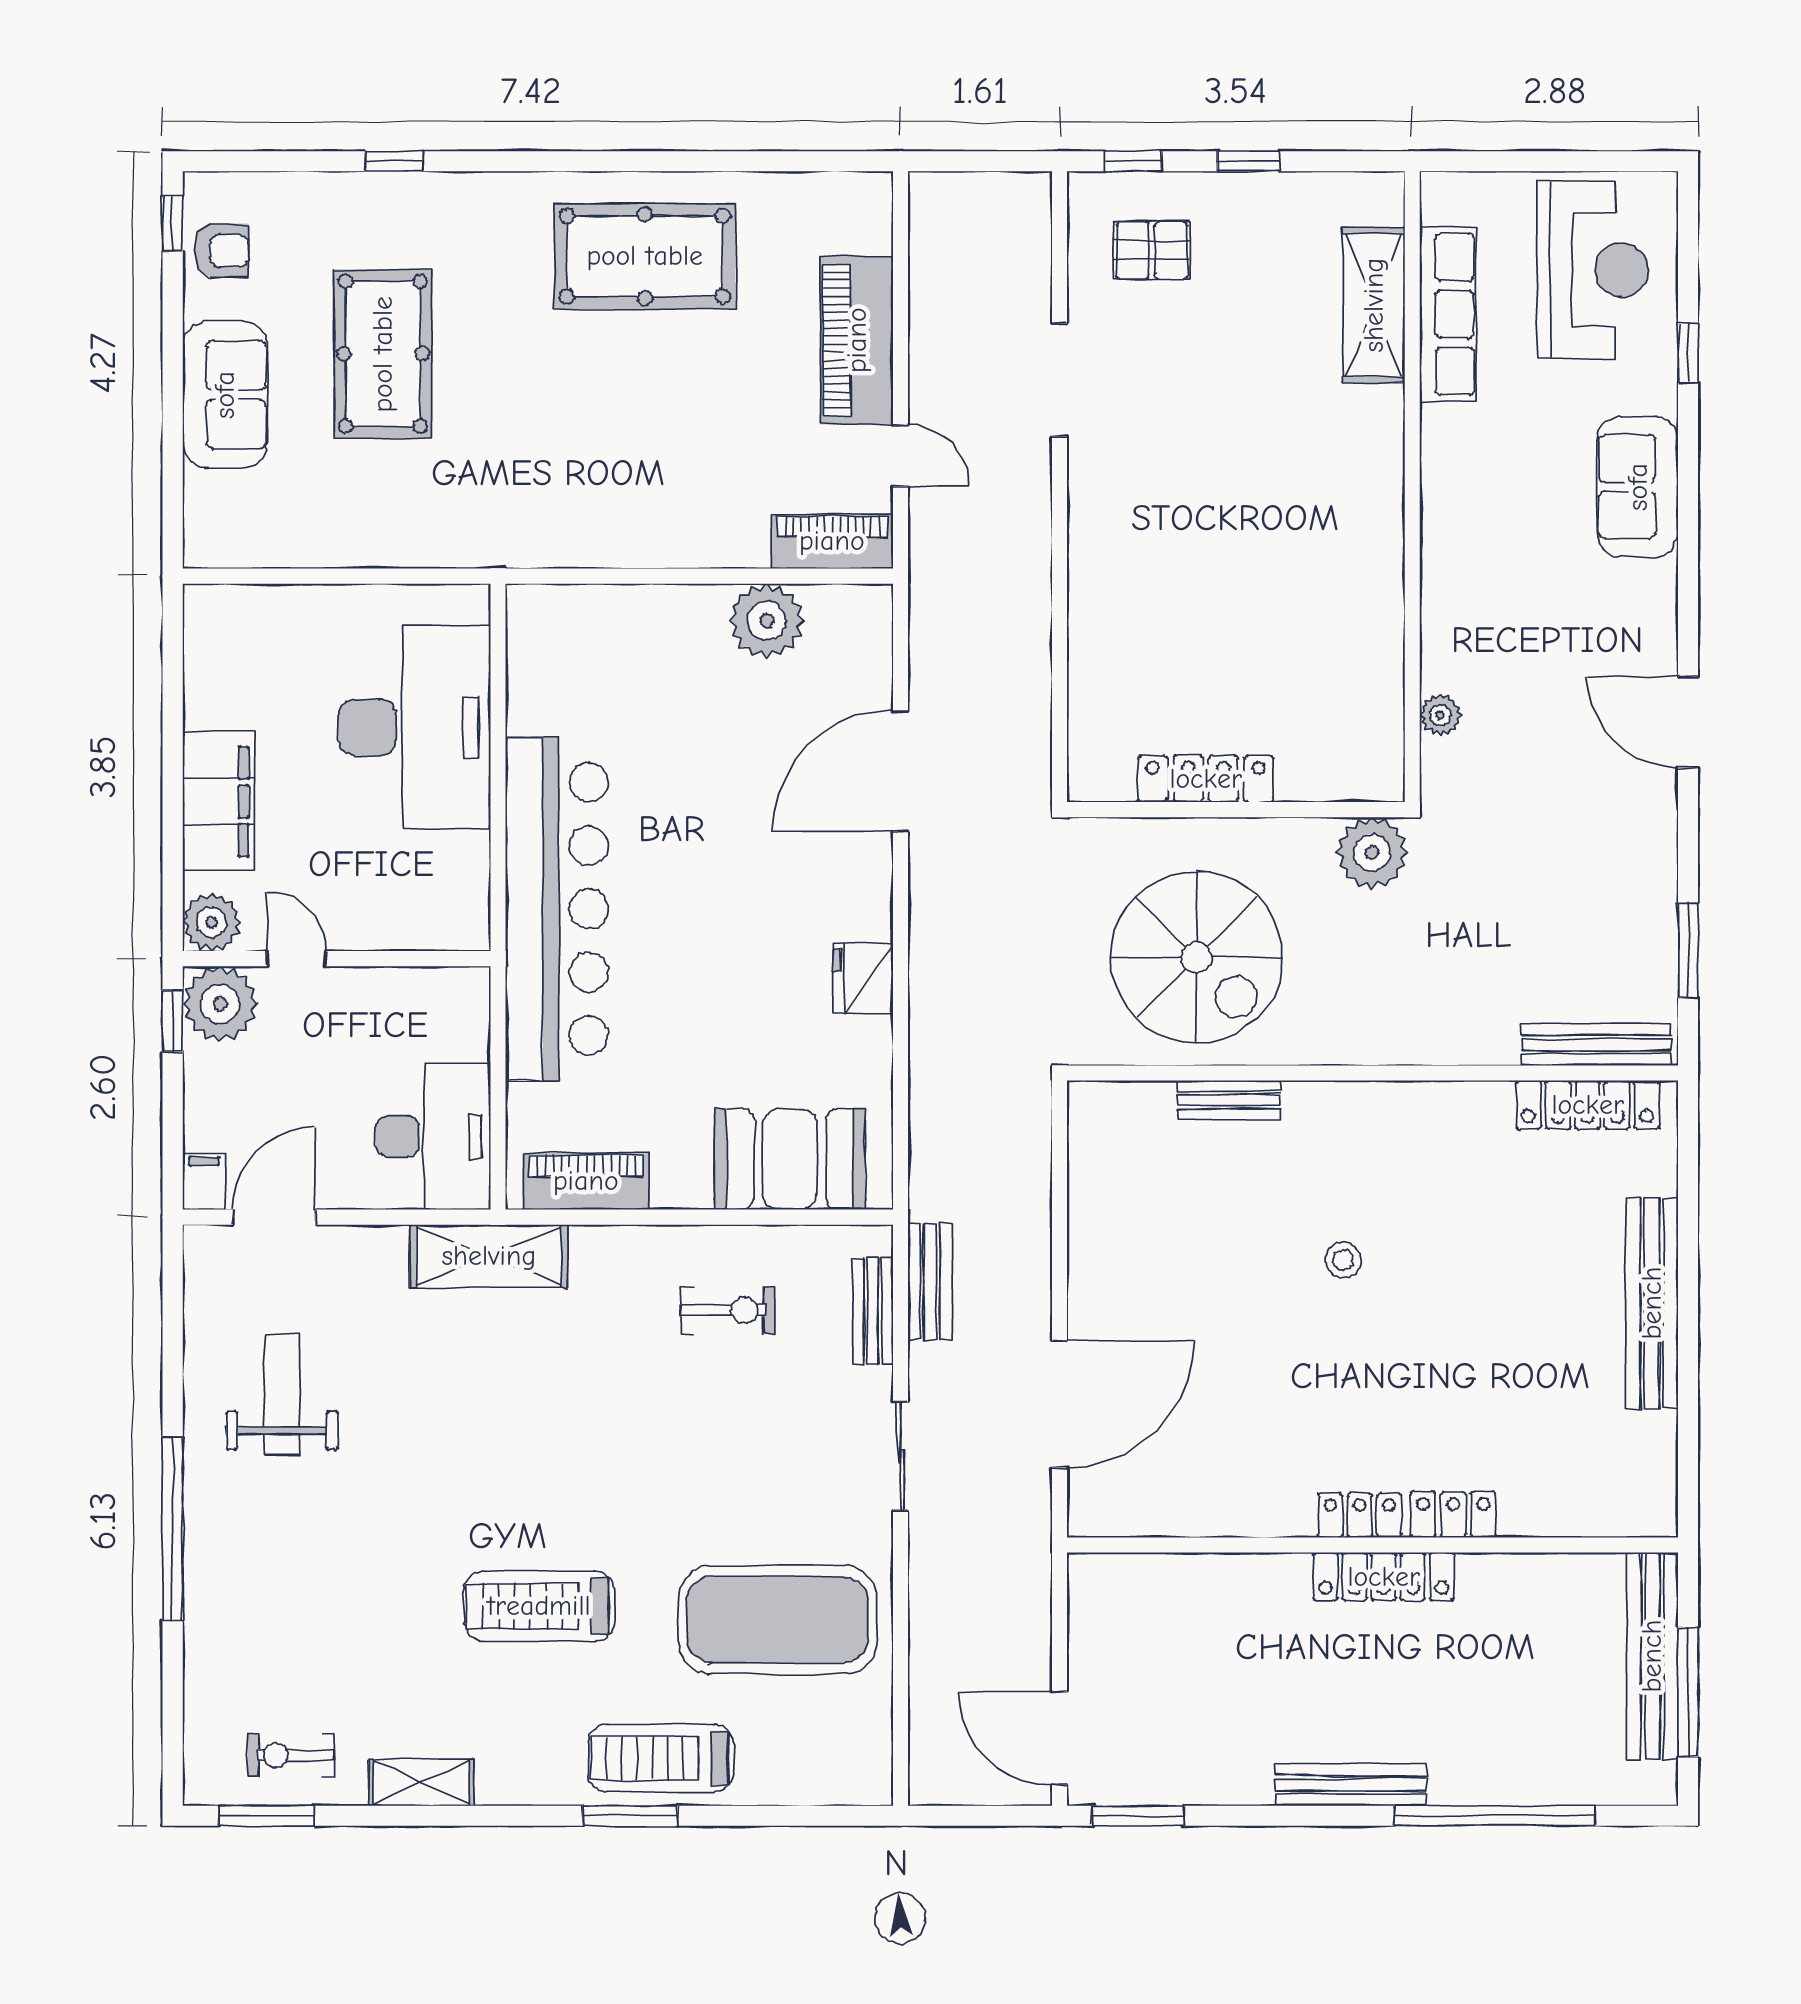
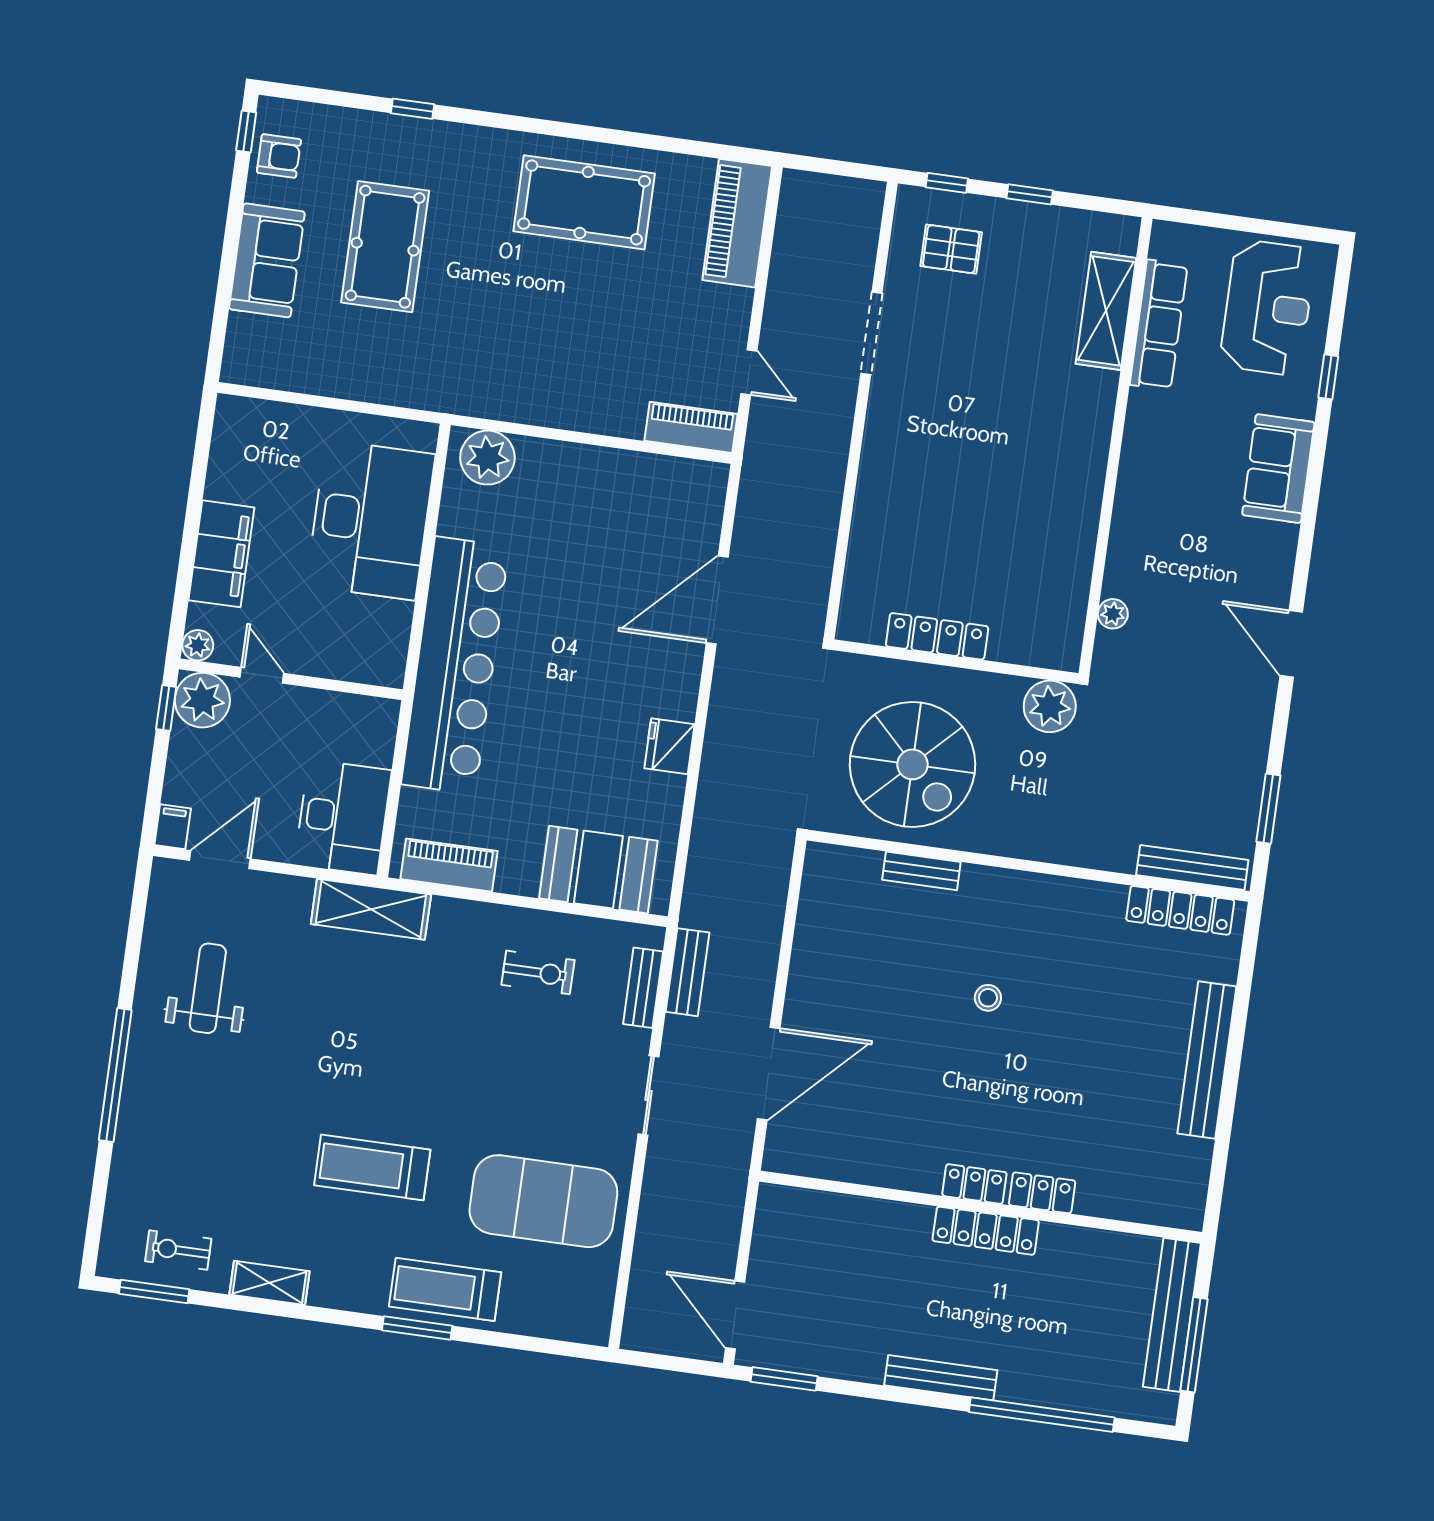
piano: (857, 340) -> (737, 223), moved
plant: (767, 621) -> (487, 458), moved
plant: (211, 922) -> (198, 645), width x0.73, depth x0.73

